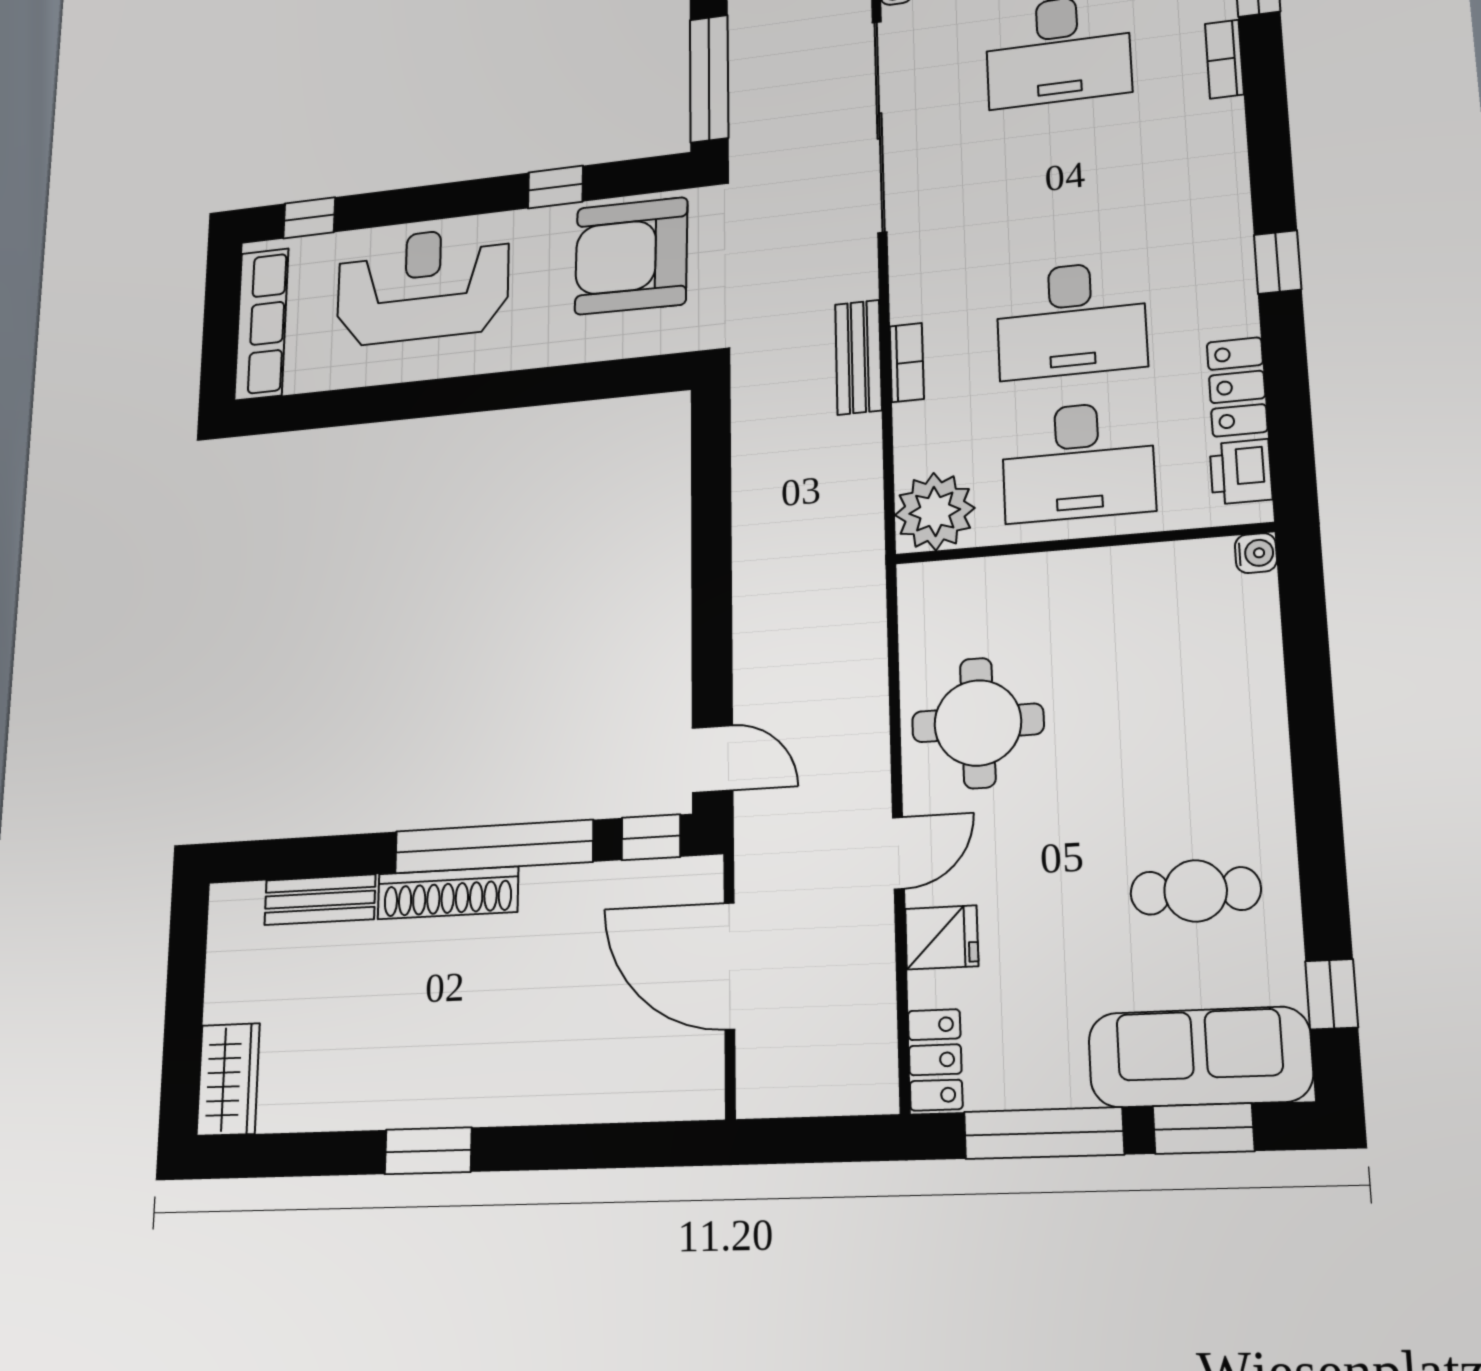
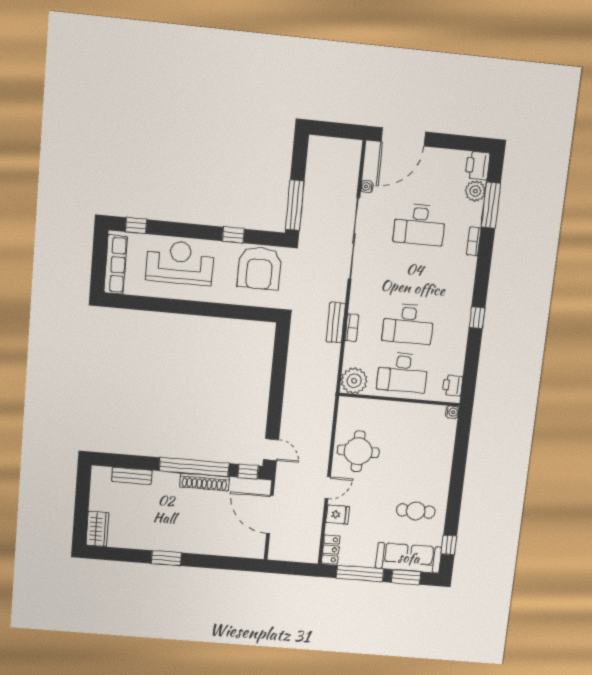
armchair: (631, 256) -> (259, 268), turned -91
locker: (1237, 387) -> (457, 357), removed
shoe rack: (448, 893) -> (204, 482), moved

